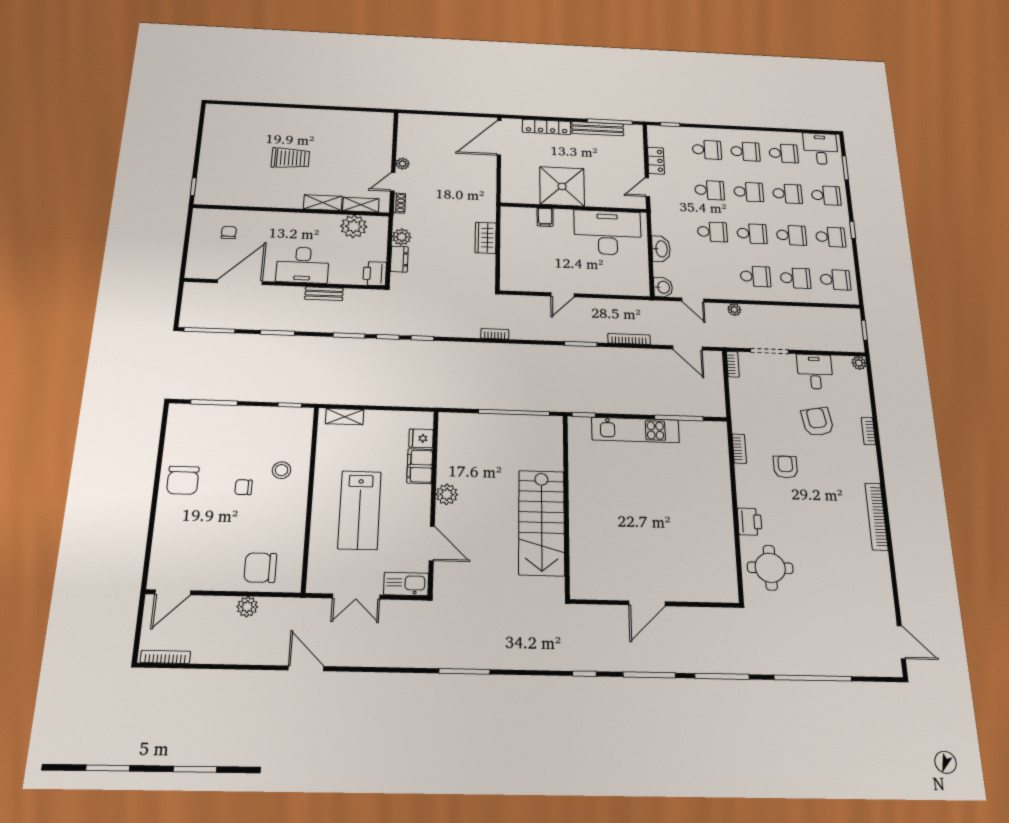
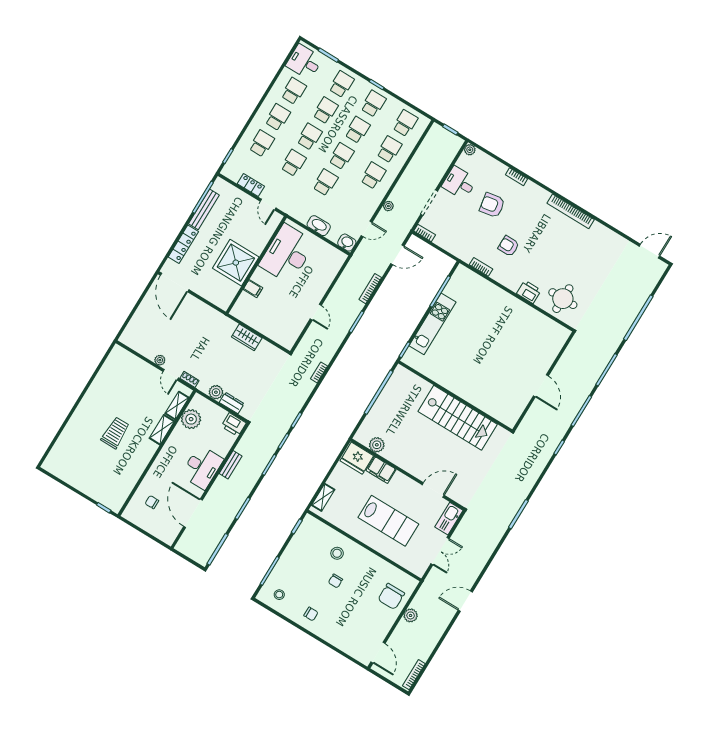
stool: (189, 429) -> (279, 595), added
fridge: (421, 438) -> (357, 458), width x1.88, depth x1.34
chair: (183, 480) -> (311, 614), width x0.54, depth x0.54
plant: (447, 494) -> (377, 445), moved

